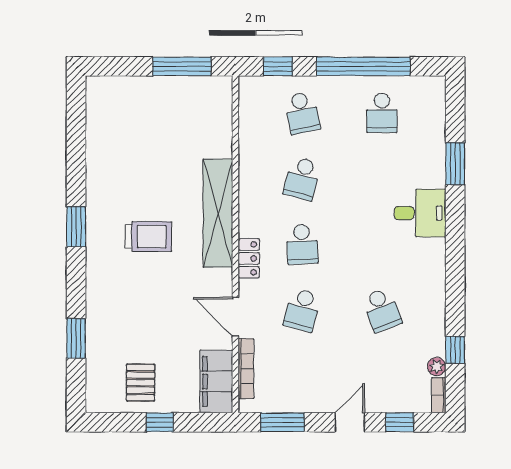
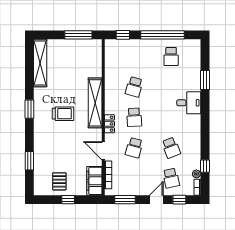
school desk: (302, 113) -> (171, 178), moved
shelving: (99, 127) -> (40, 63), added

